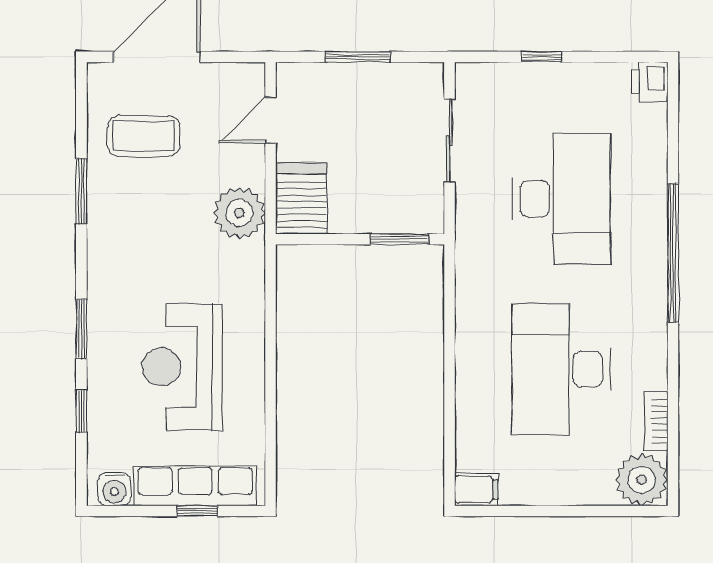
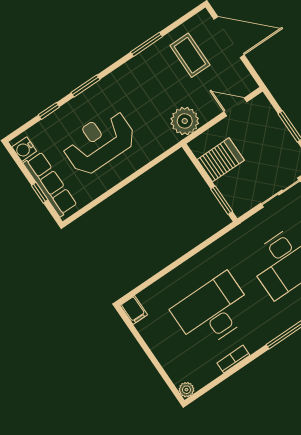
server rack: (301, 198) -> (221, 160), moved
bookcase: (656, 421) -> (233, 359), moved
plant: (642, 480) -> (186, 390), width x0.53, depth x0.53

